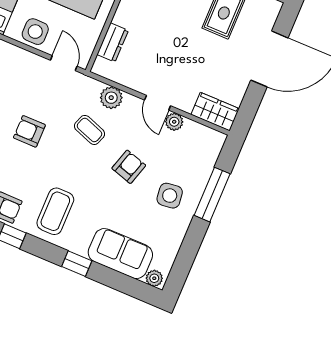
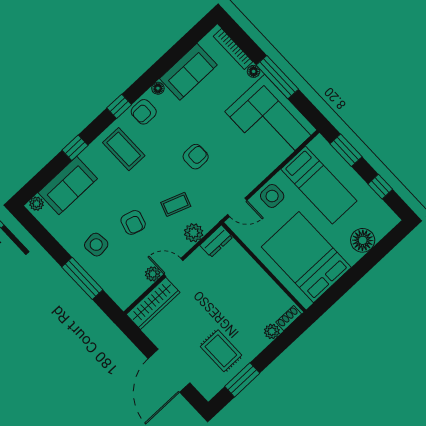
dresser: (113, 42) -> (216, 241), moved, turned -90
wardrobe: (215, 112) -> (153, 303), width x1.50

